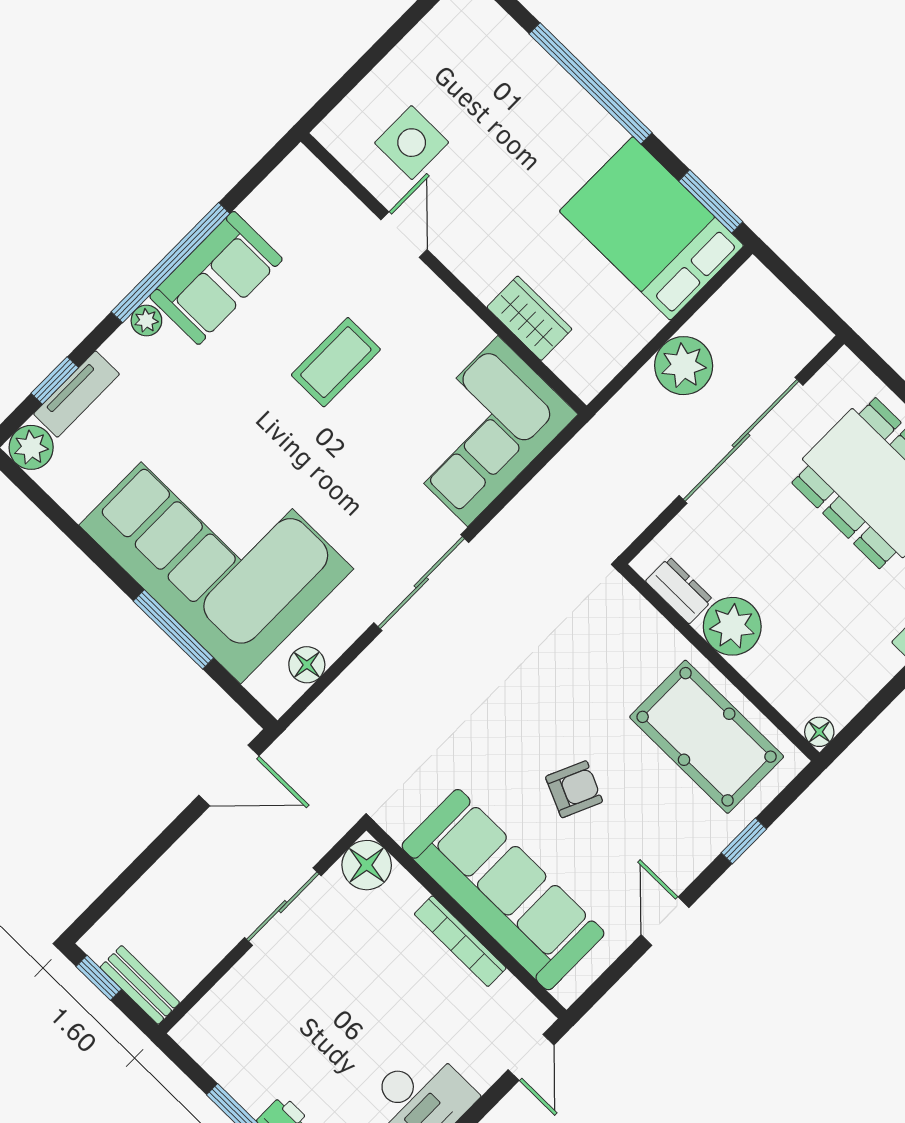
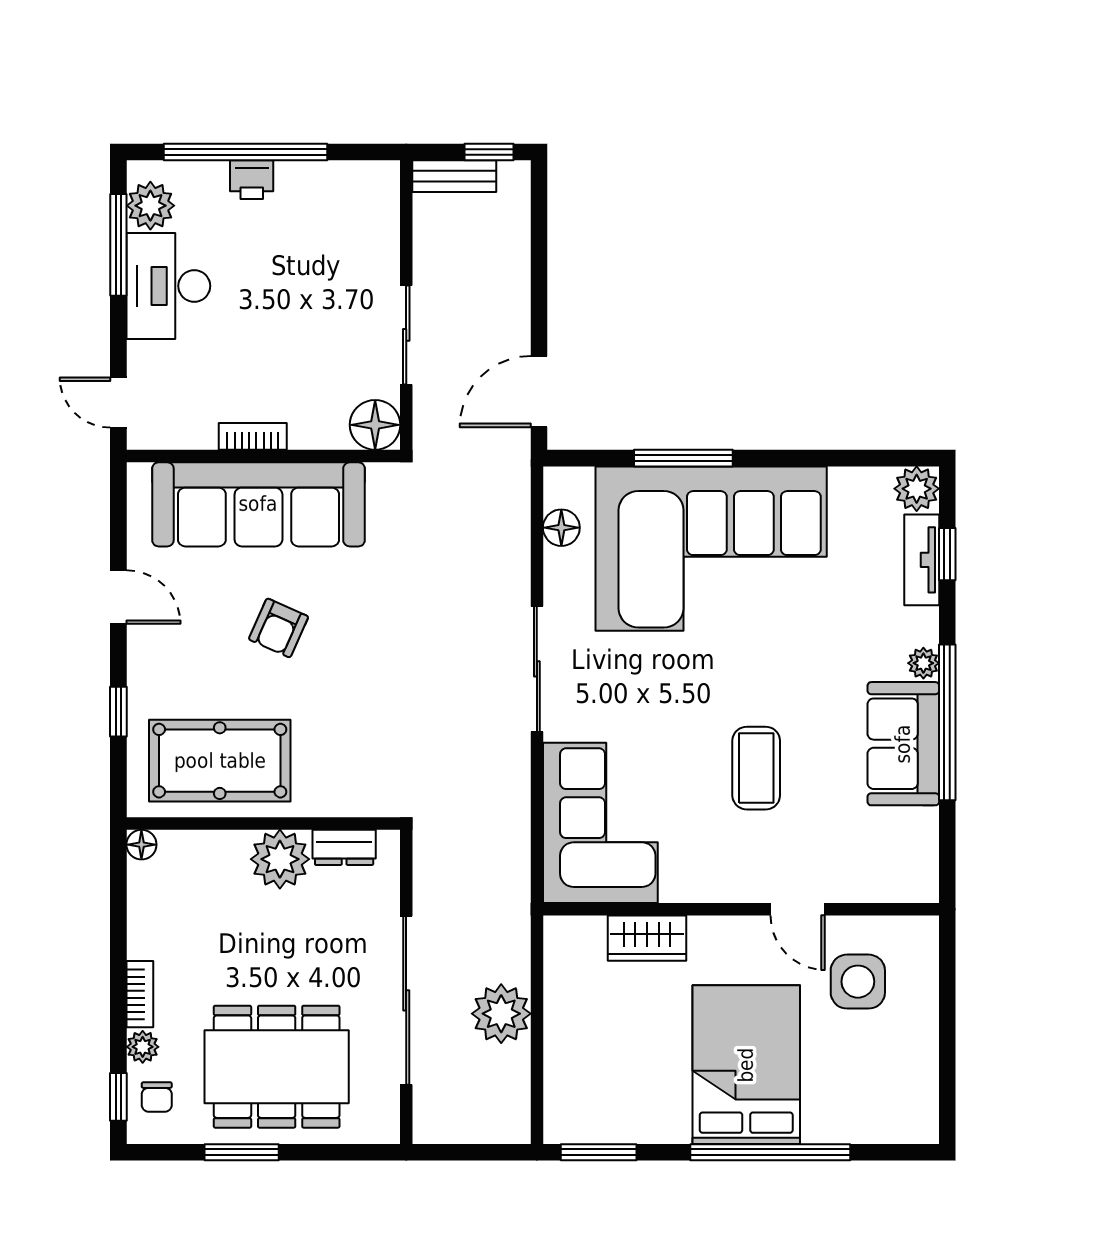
bed: (652, 228) -> (746, 1065), moved, turned -90
bookcase: (460, 941) -> (253, 436), width x0.64

